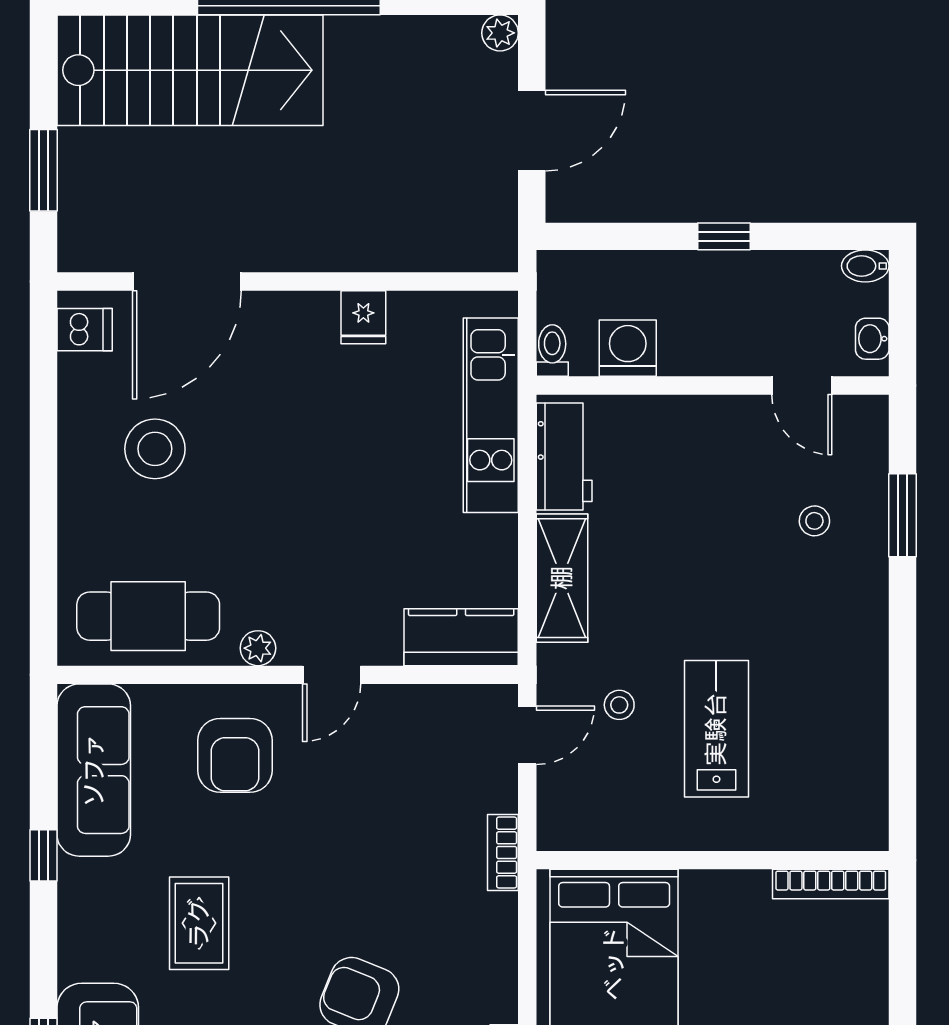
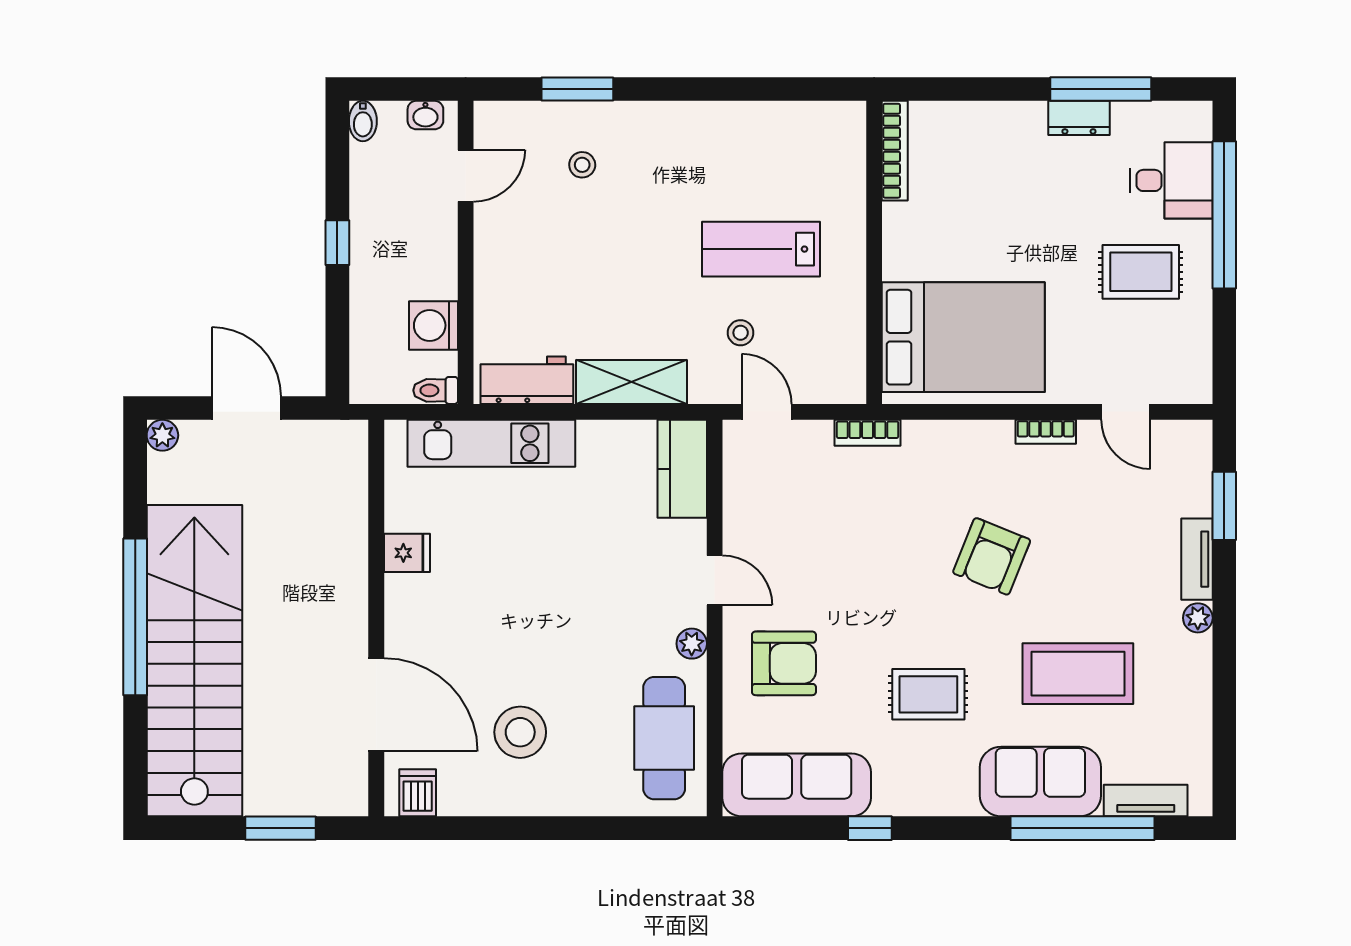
stairs: (190, 70) -> (194, 661), width x1.36

